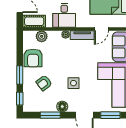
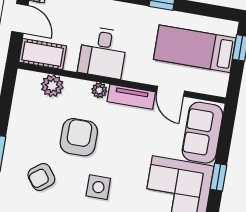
door: (101, 29) -> (171, 91), hinge flipped
armchair: (33, 58) -> (79, 137), moved, turned 180

